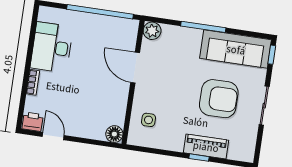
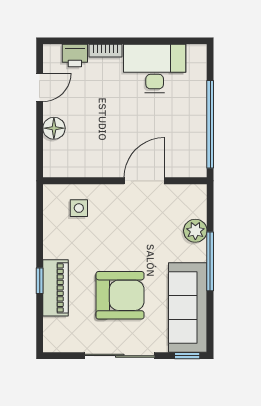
plant: (152, 31) -> (195, 231), moved
armchair: (219, 99) -> (120, 295), turned -90
sliding door: (264, 106) -> (120, 356), width x1.37
printer: (33, 122) -> (75, 55), moved, turned 90
floor lamp: (114, 134) -> (54, 128), moved

